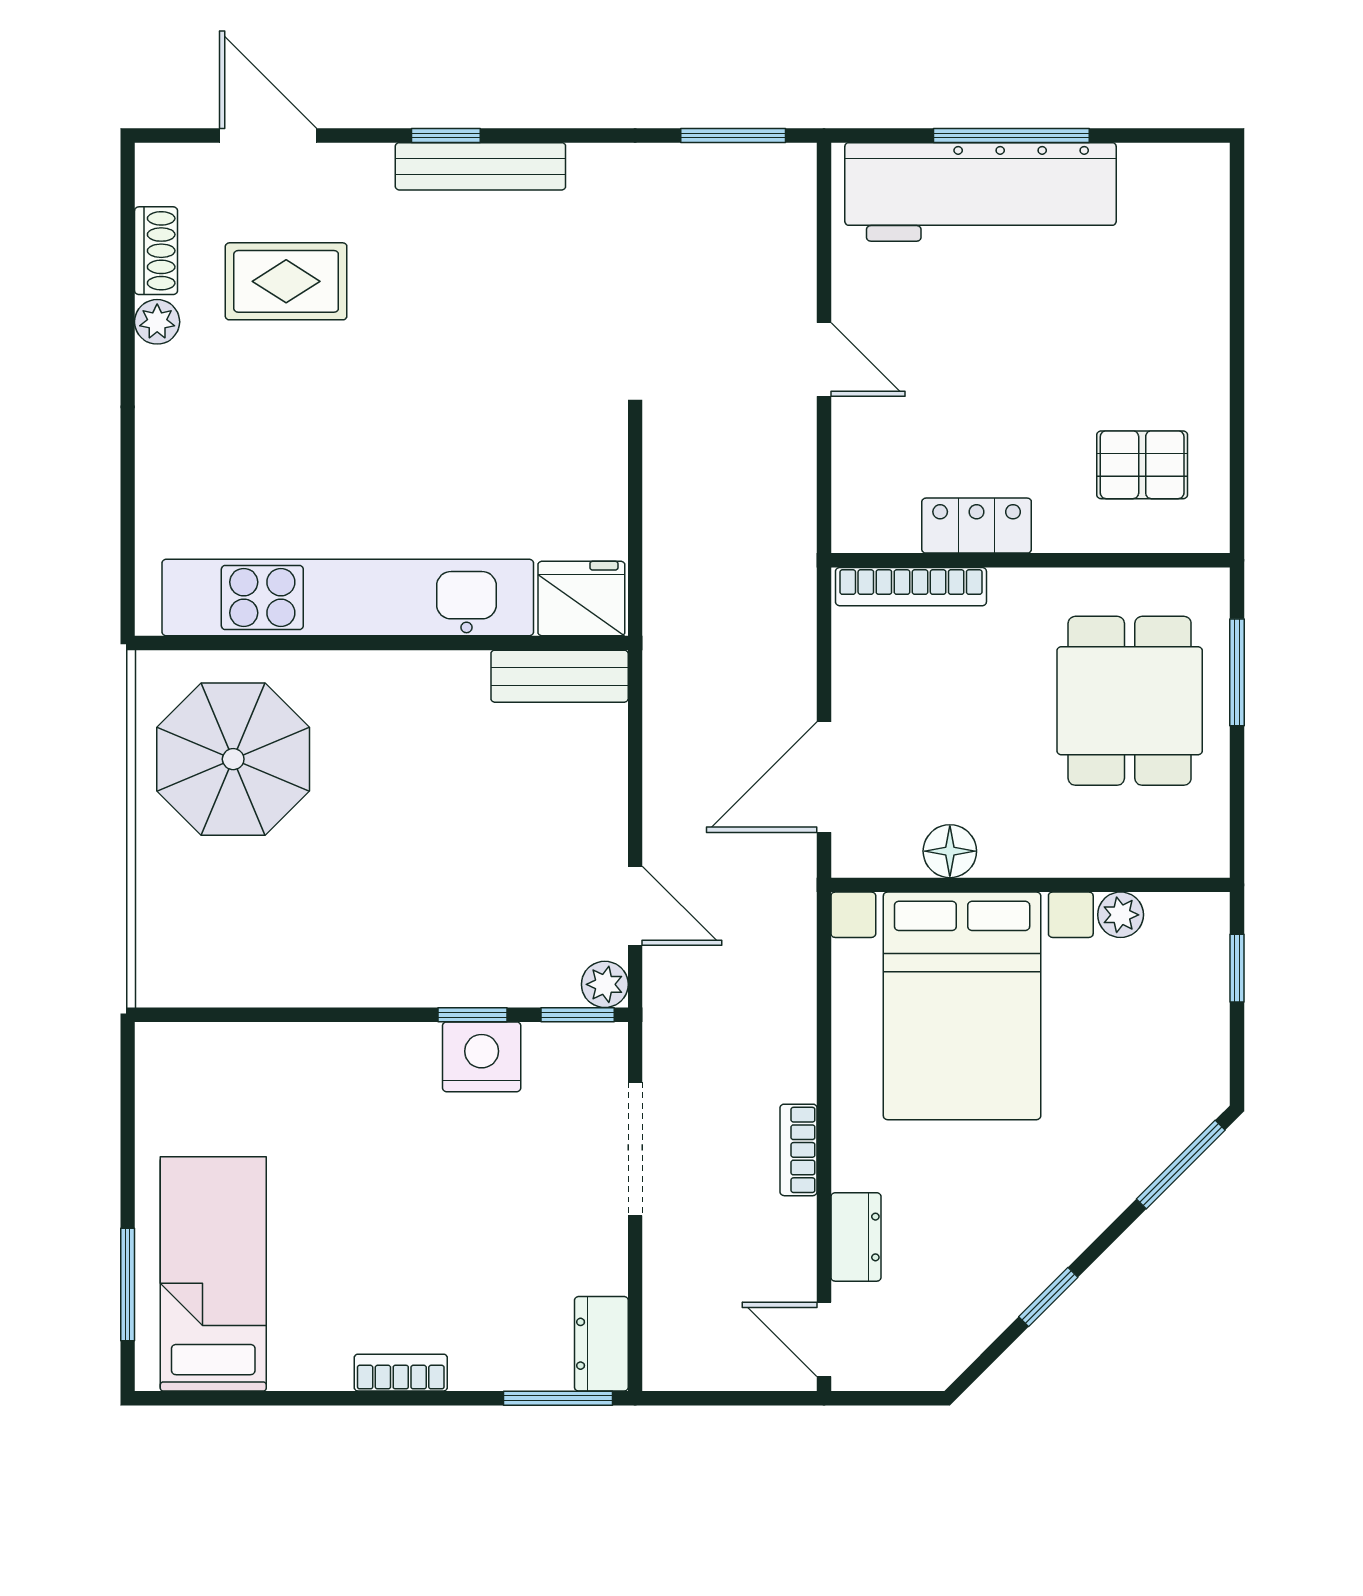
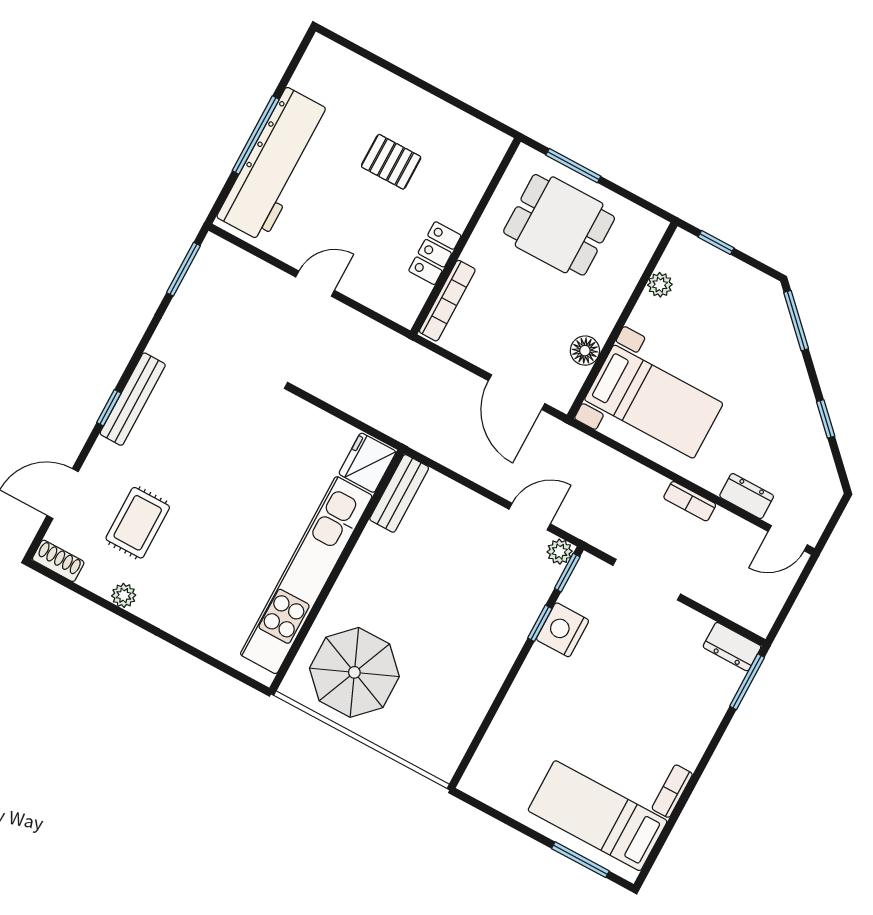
shoe rack: (156, 251) -> (58, 561), moved
pallet: (1142, 465) -> (391, 162), moved, turned 90
bed with nightstands: (962, 1006) -> (654, 402), width x0.73
bookcase: (401, 1373) -> (672, 791), moved

